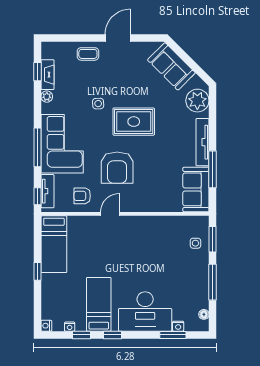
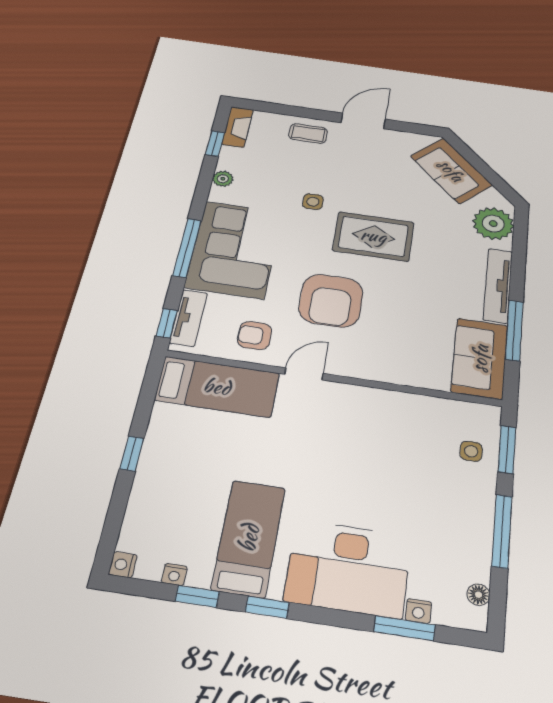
fireplace: (48, 75) -> (237, 127), moved
bed: (54, 244) -> (217, 387), moved, turned -90

